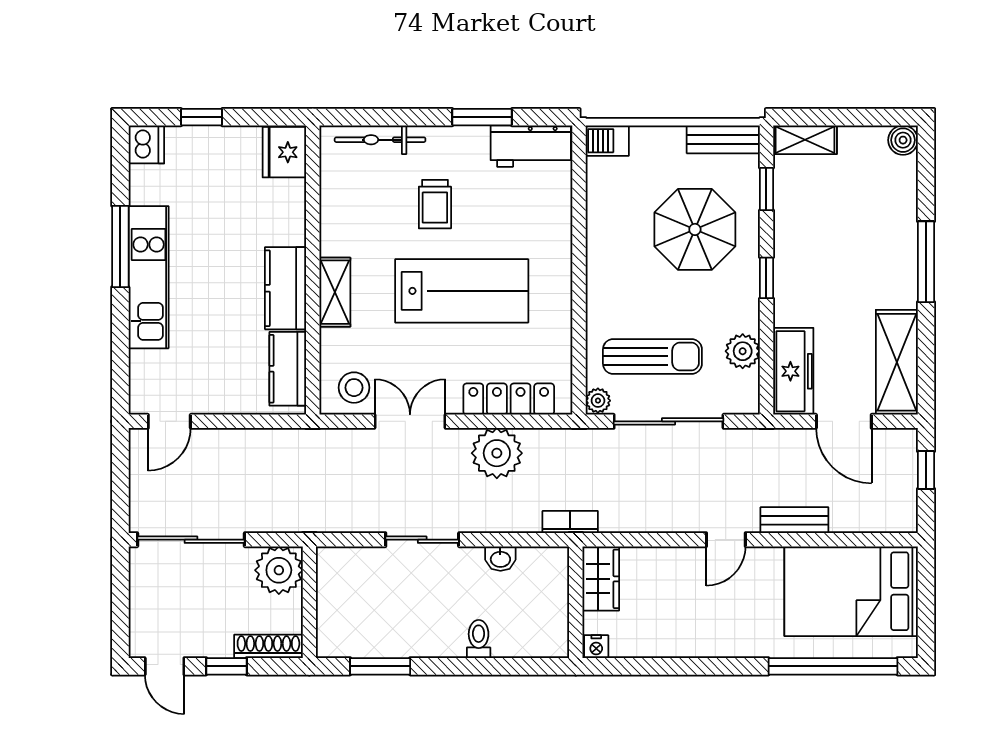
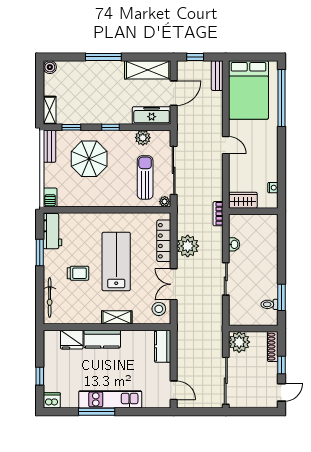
fridge: (284, 152) -> (72, 340), moved
kitchen counter: (286, 288) -> (102, 339), moved
kitchen counter: (288, 369) -> (163, 346), moved, turned 90
bench: (794, 520) -> (217, 76), moved
toilet: (479, 639) -> (270, 304), moved
nightstand: (596, 647) -> (273, 188), moved

